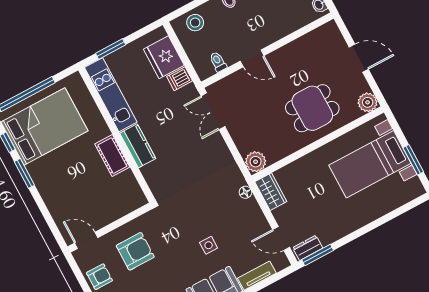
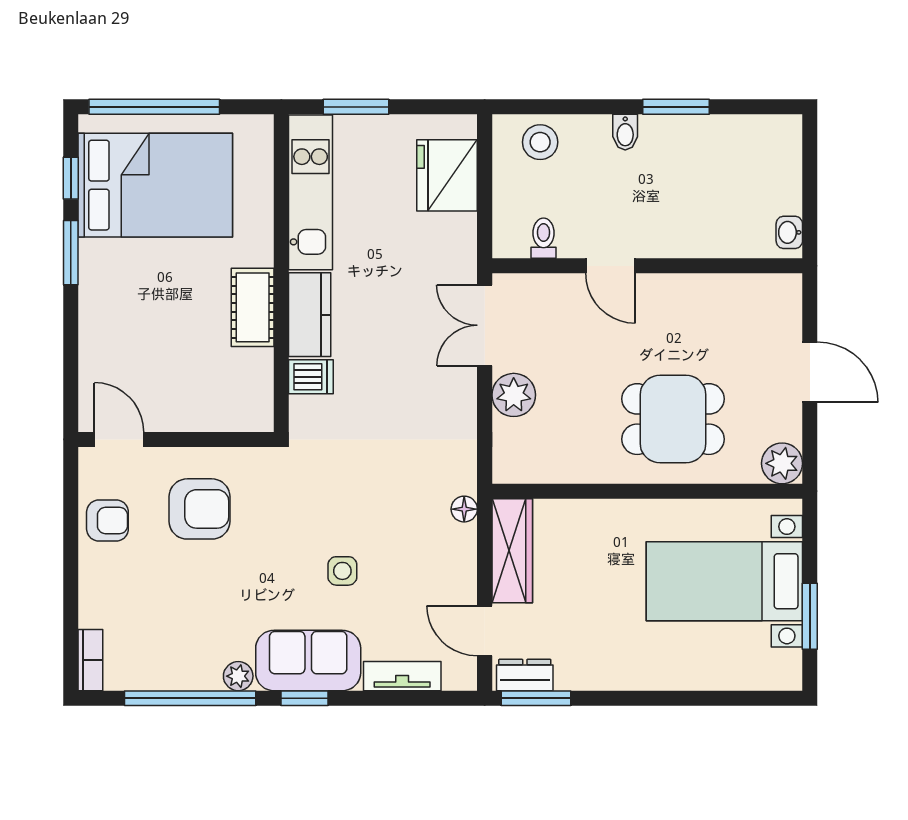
dishwasher: (180, 79) -> (311, 377), moved, turned 180
plant: (256, 162) -> (514, 395), moved
wardrobe: (271, 192) -> (512, 551), width x1.50

